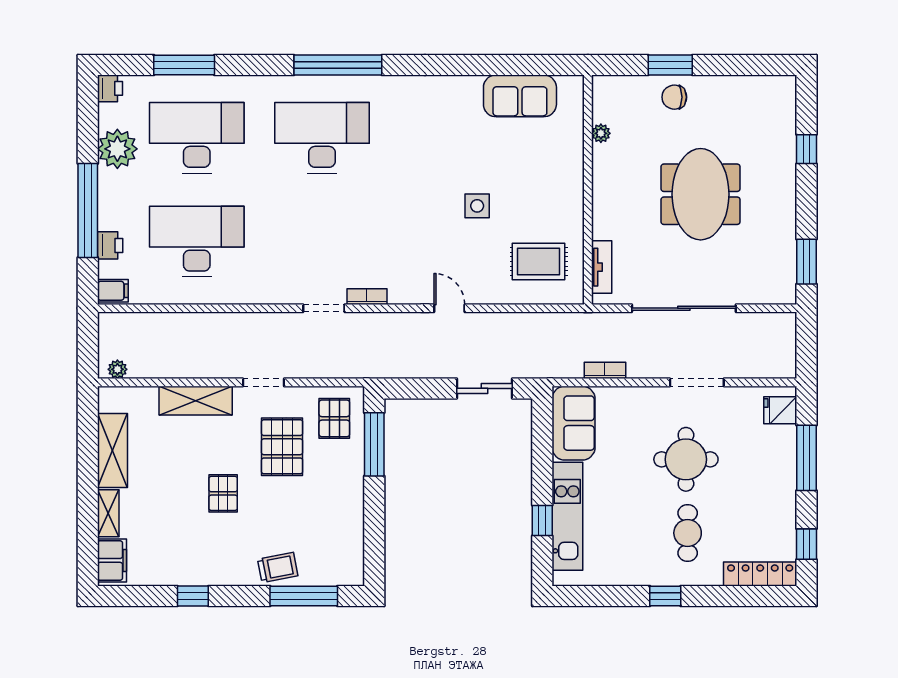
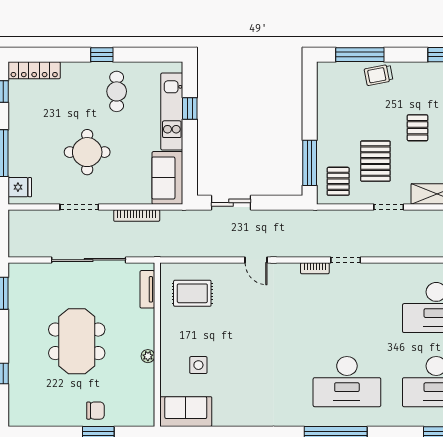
sofa: (520, 96) -> (186, 412), moved
plant: (601, 133) -> (148, 356), moved
side table: (477, 206) -> (198, 365), moved
bookcase: (605, 370) -> (137, 216), width x1.56
cafe table: (688, 533) -> (117, 91), moved

